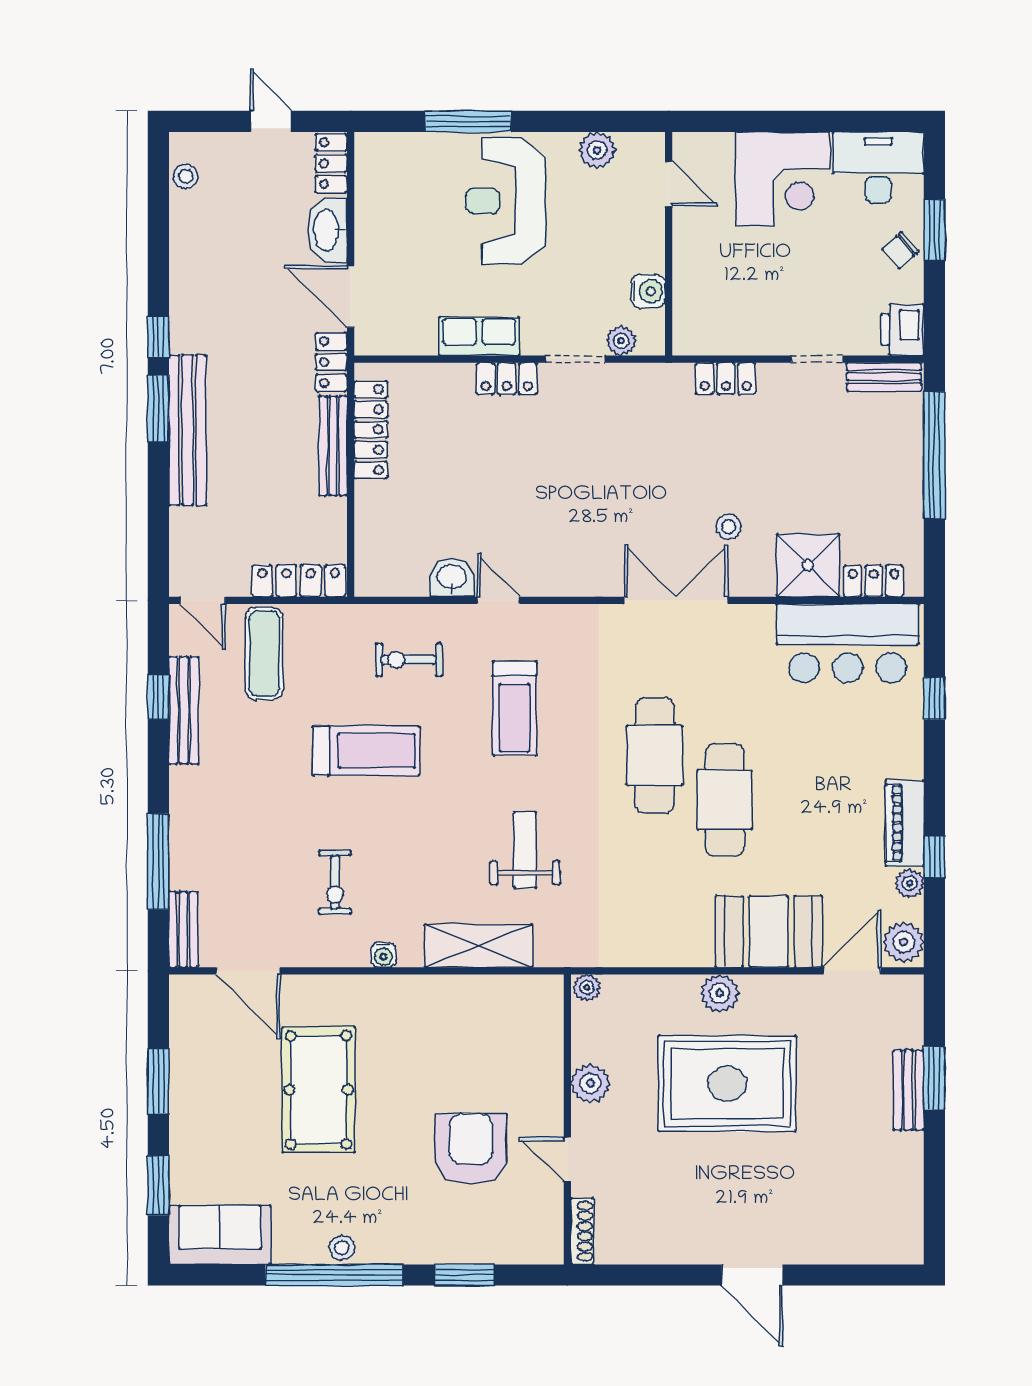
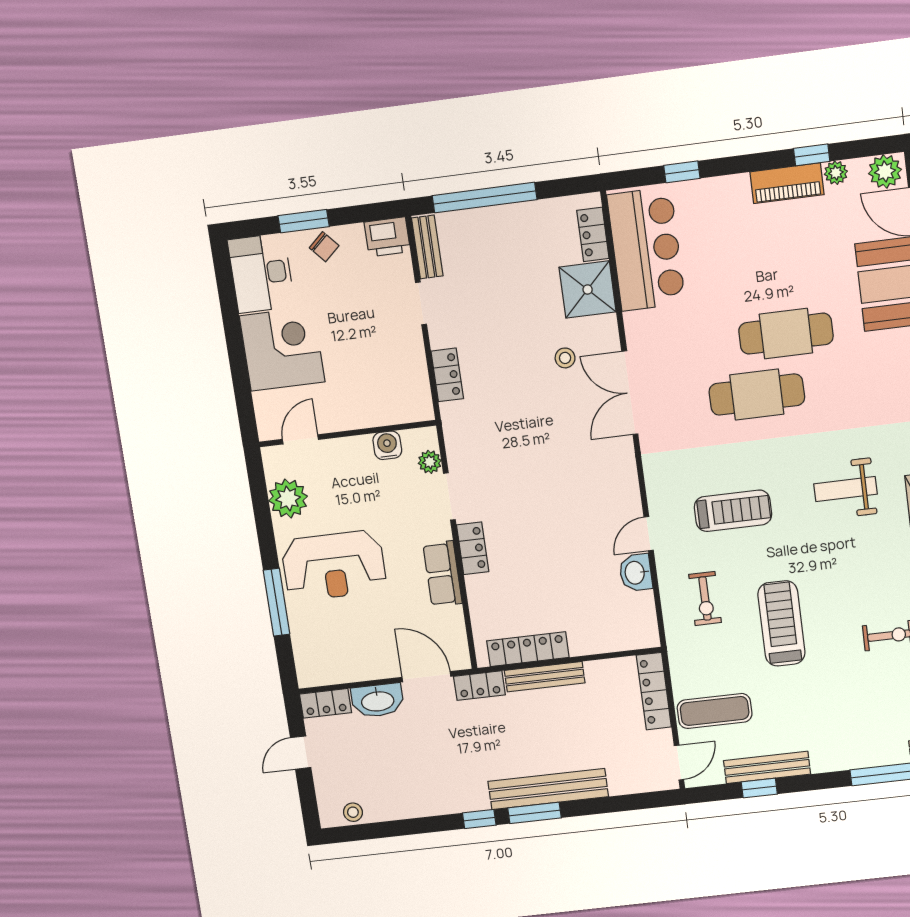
plant: (597, 150) -> (288, 499), width x1.36, depth x1.36
door: (351, 297) -> (426, 677), swing flipped

